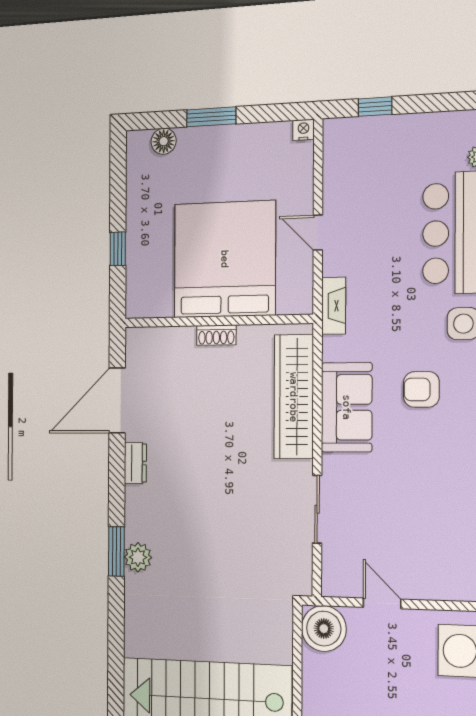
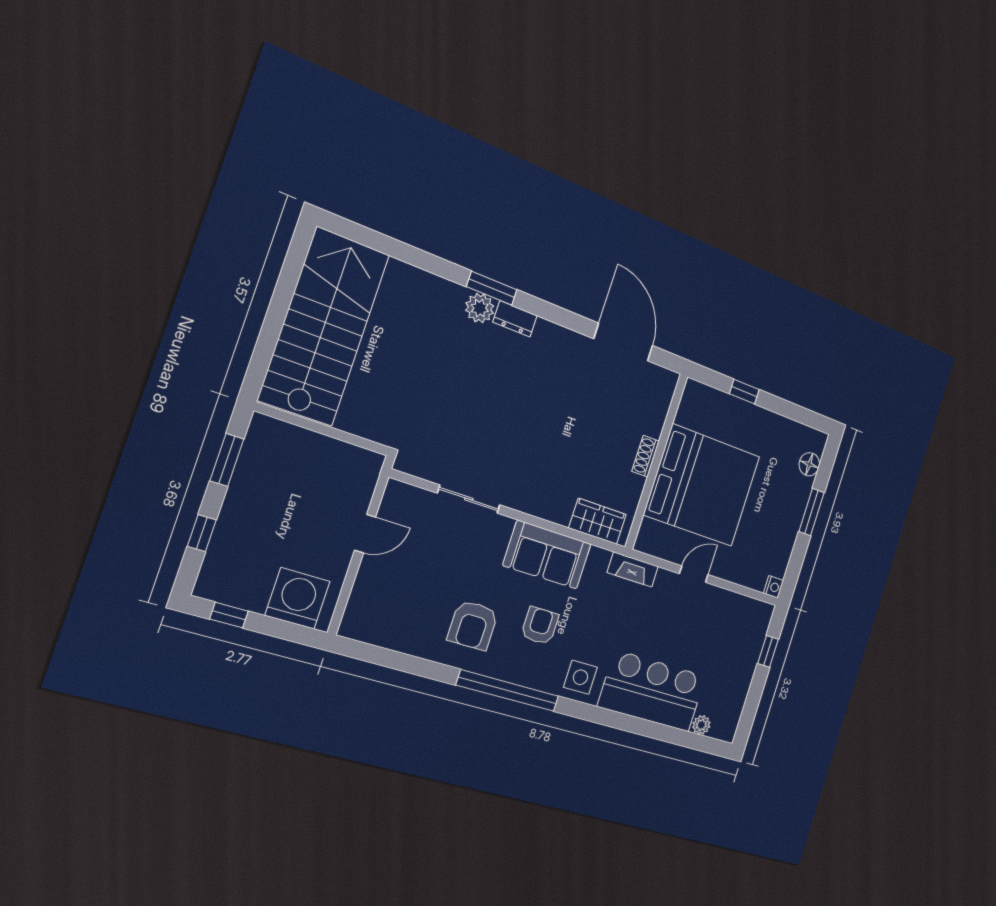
wardrobe: (294, 397) -> (598, 521), width x0.48, depth x0.85
dresser: (135, 463) -> (515, 319), moved
armchair: (441, 463) -> (473, 625), added
boiler: (324, 629) -> (358, 470), removed

